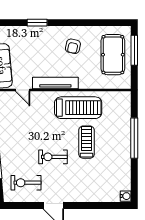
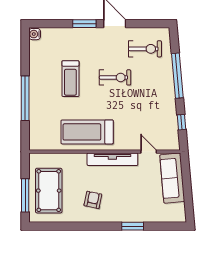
treadmill: (87, 142) -> (70, 79), moved
window: (81, 206) -> (84, 24), added

